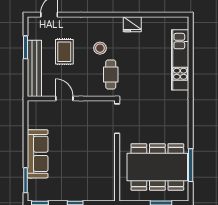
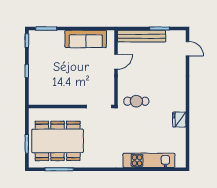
stool: (100, 48) -> (159, 92), removed
rug: (64, 52) -> (156, 62), removed
sofa: (38, 154) -> (86, 39), moved
dining table: (157, 167) -> (58, 141), turned 90

